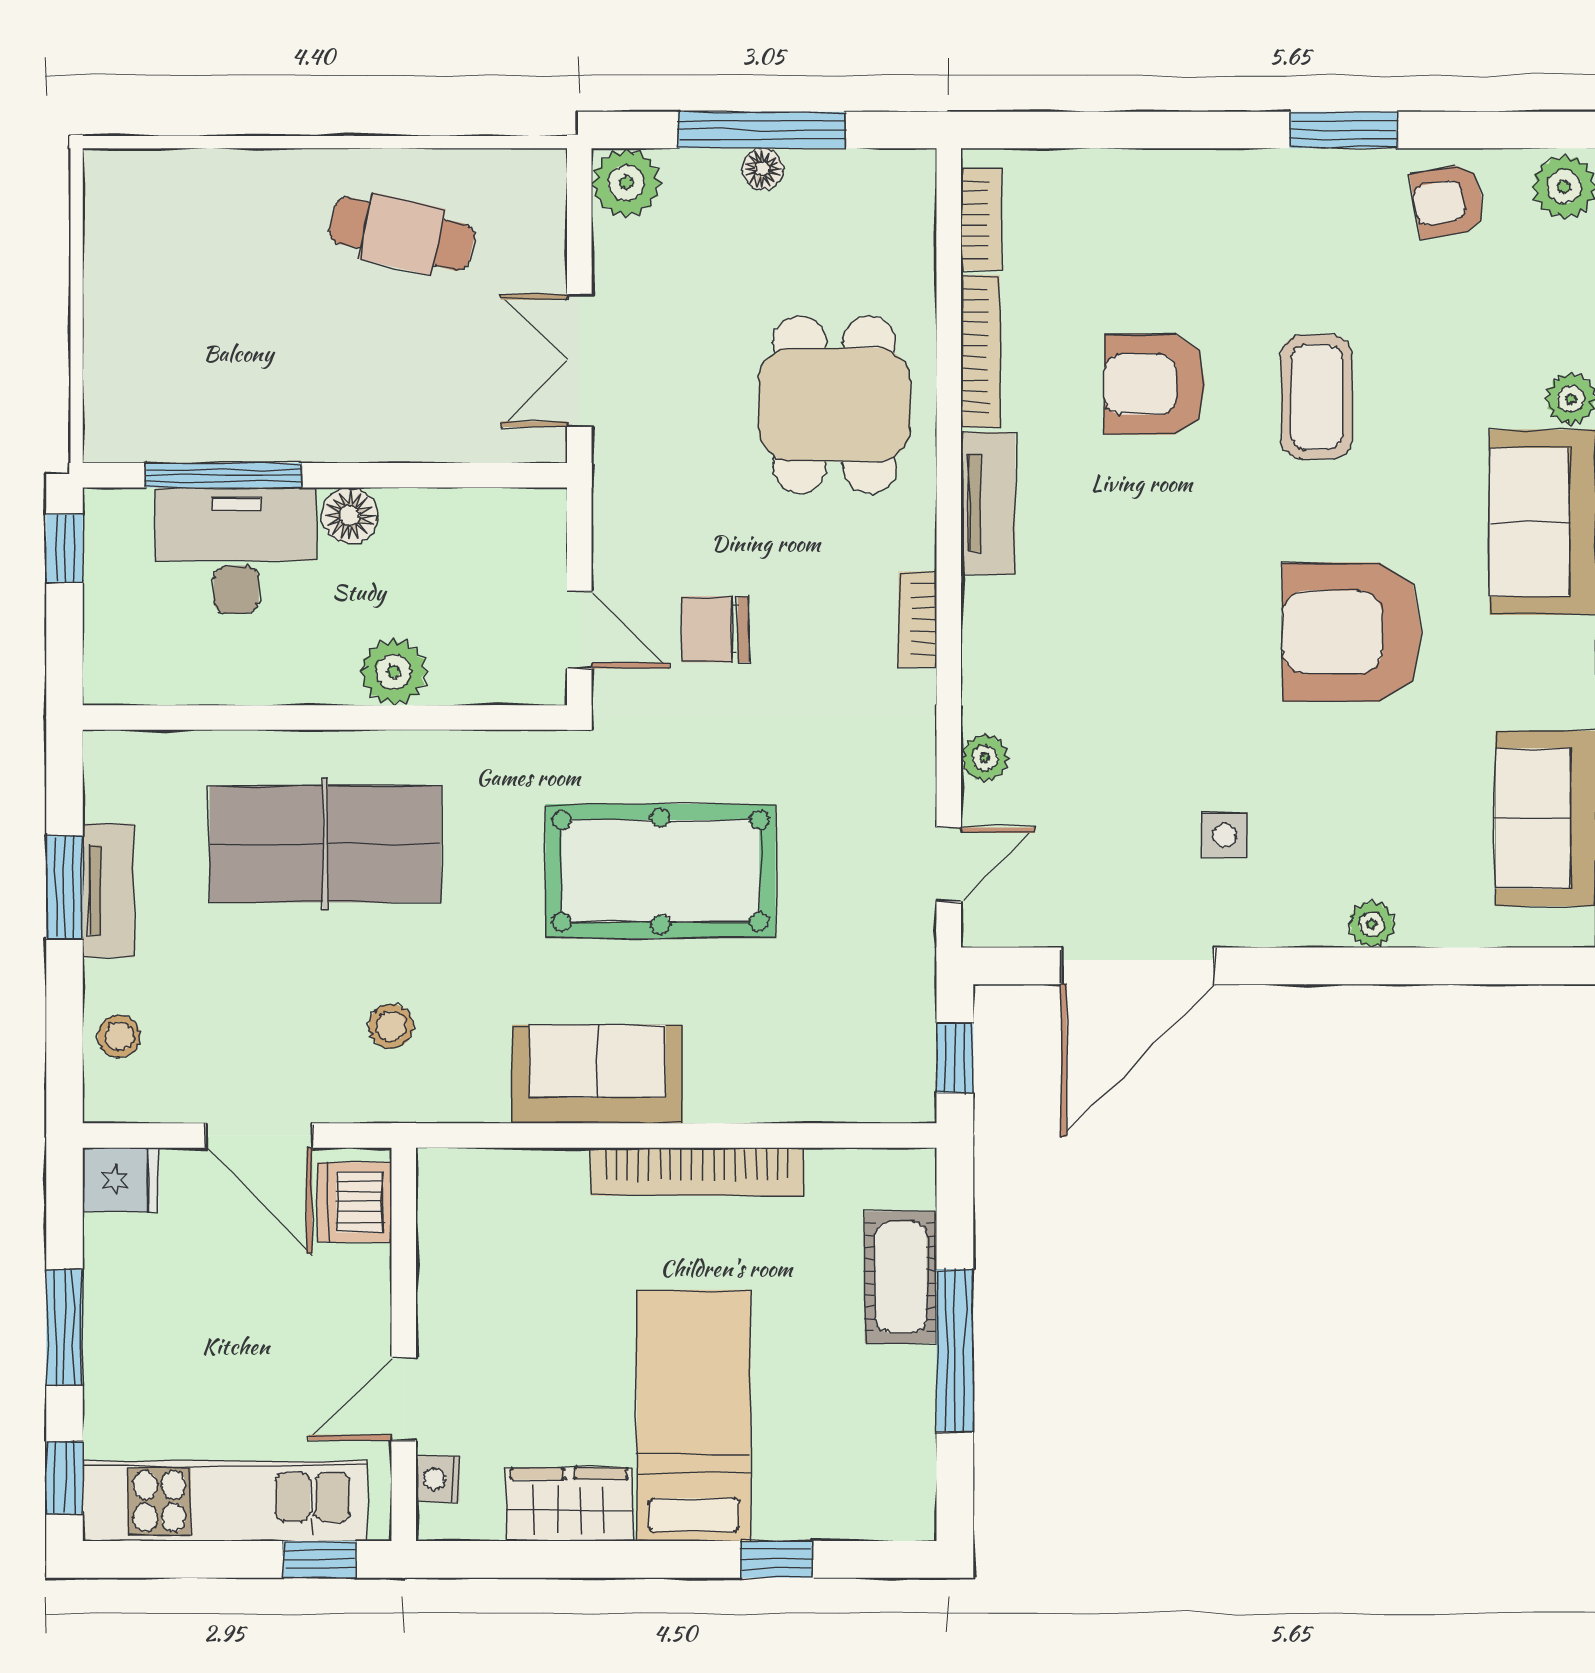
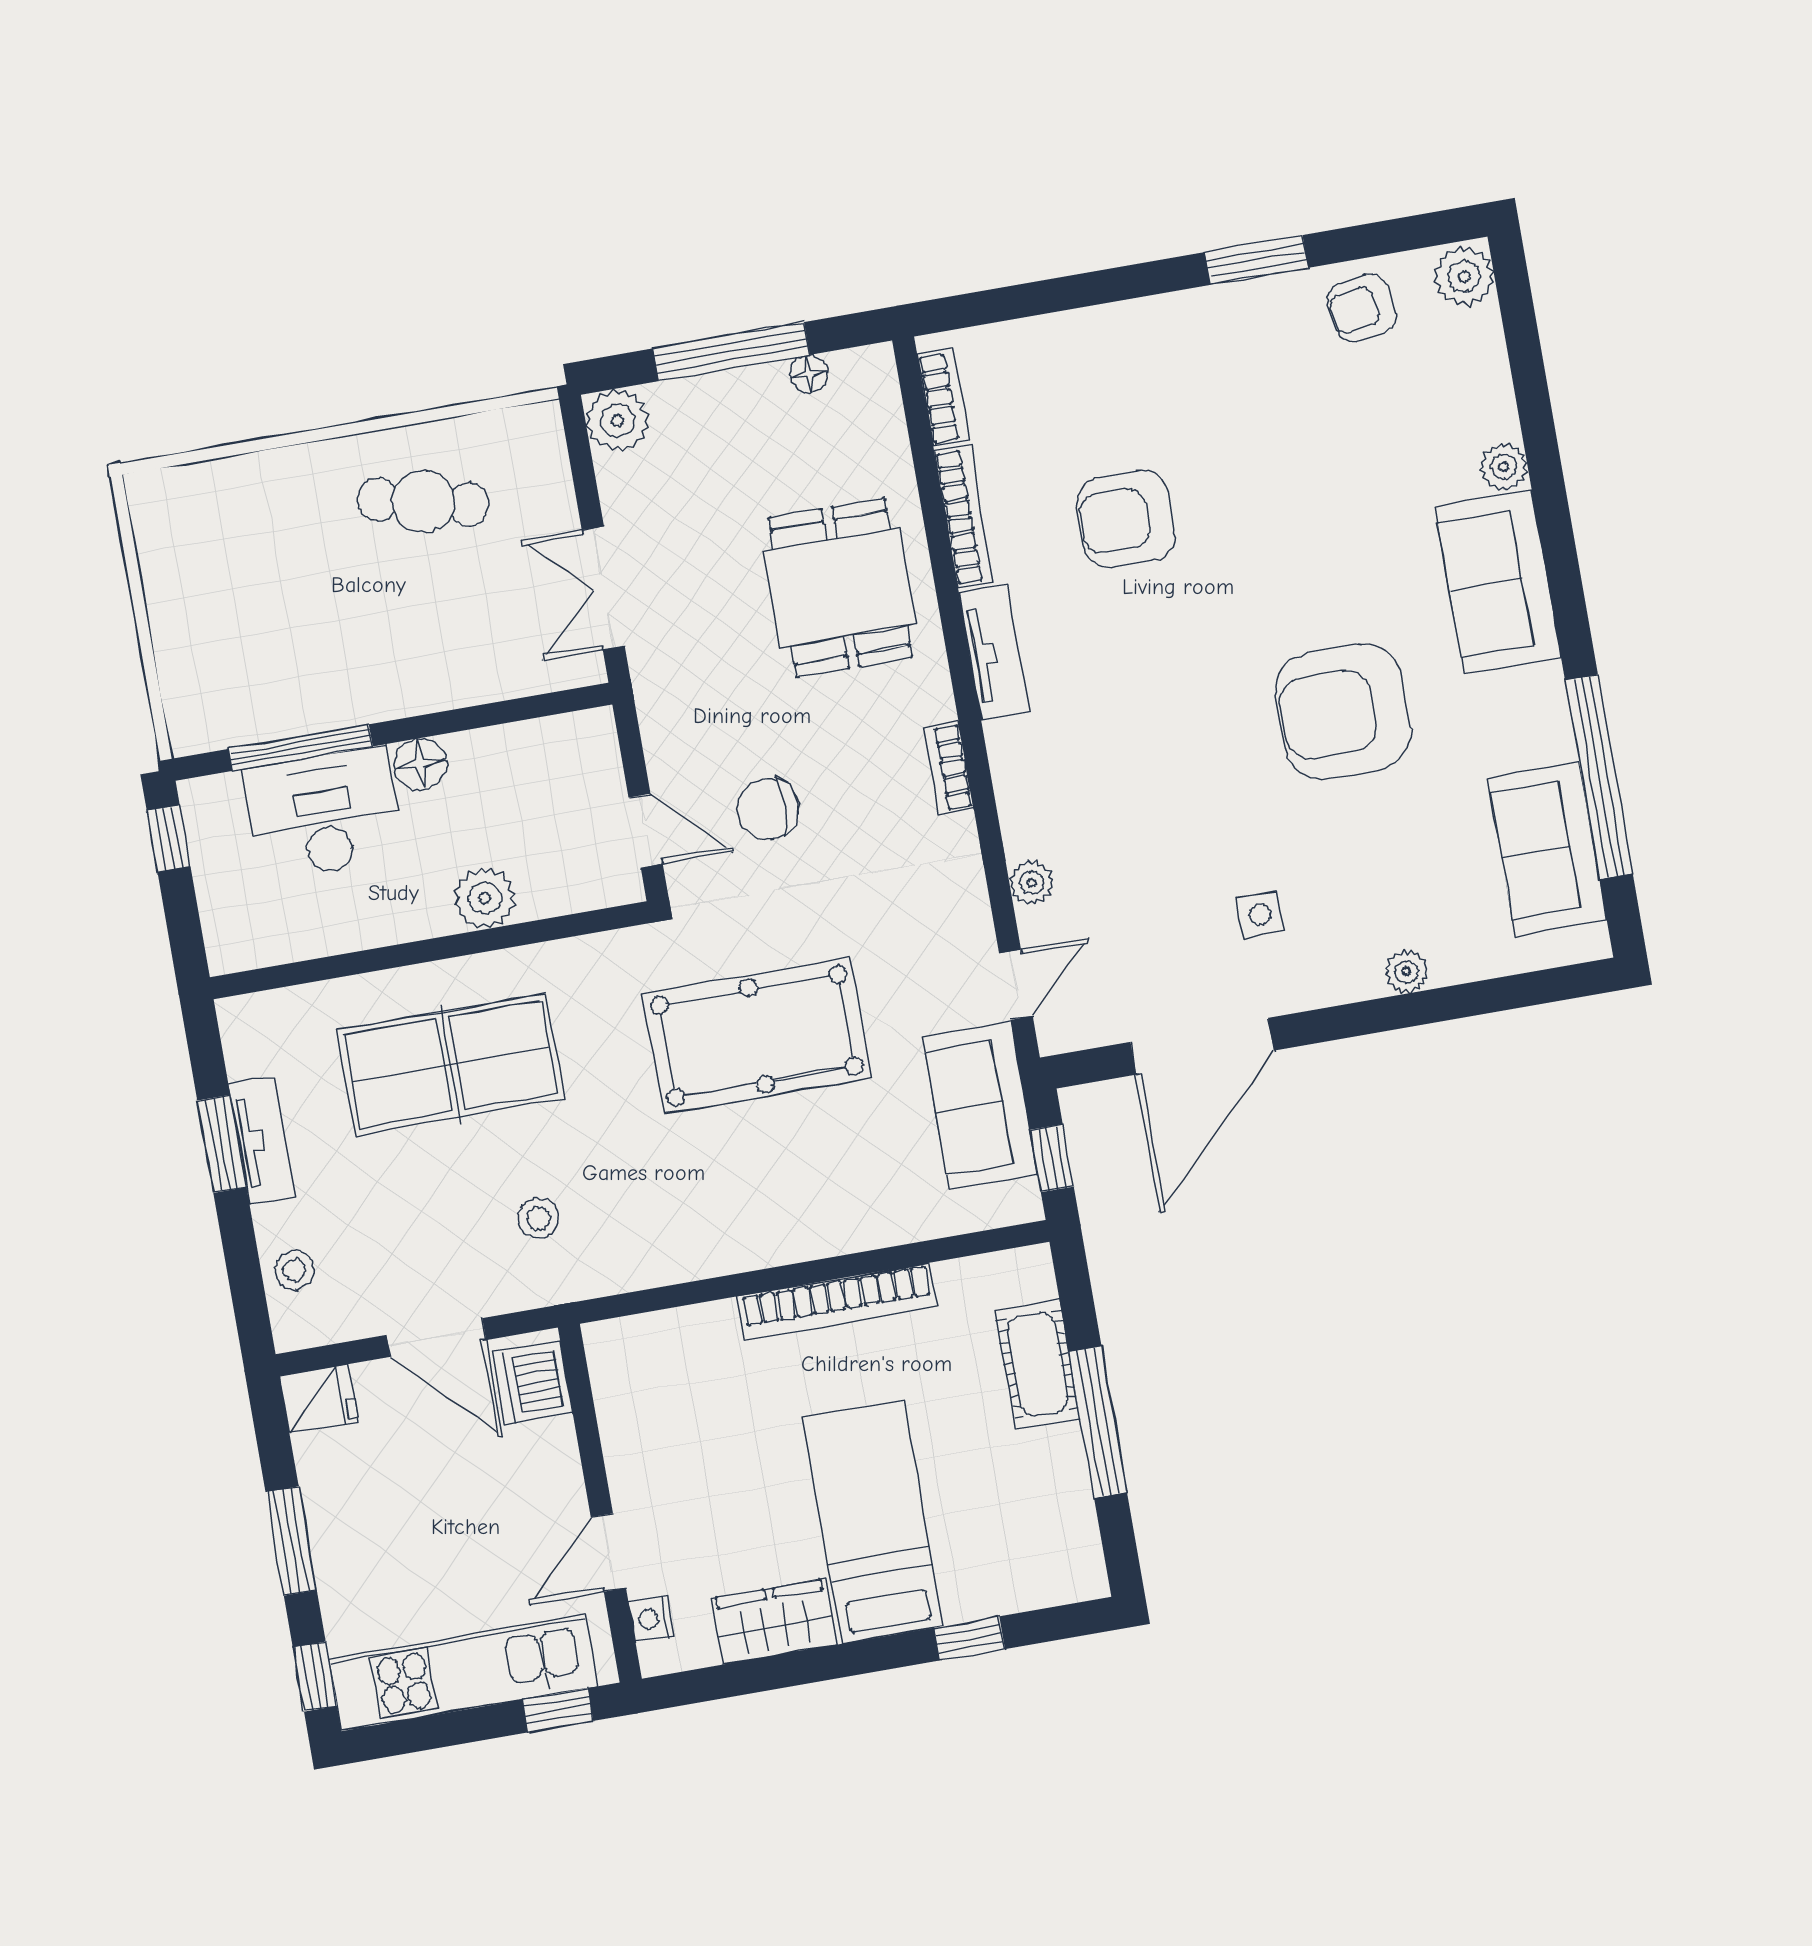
floor lamp: (763, 169) -> (809, 374), moved
coffee table: (1317, 397) -> (1274, 505), removed
sofa: (597, 1074) -> (980, 1106), moved, turned -90

